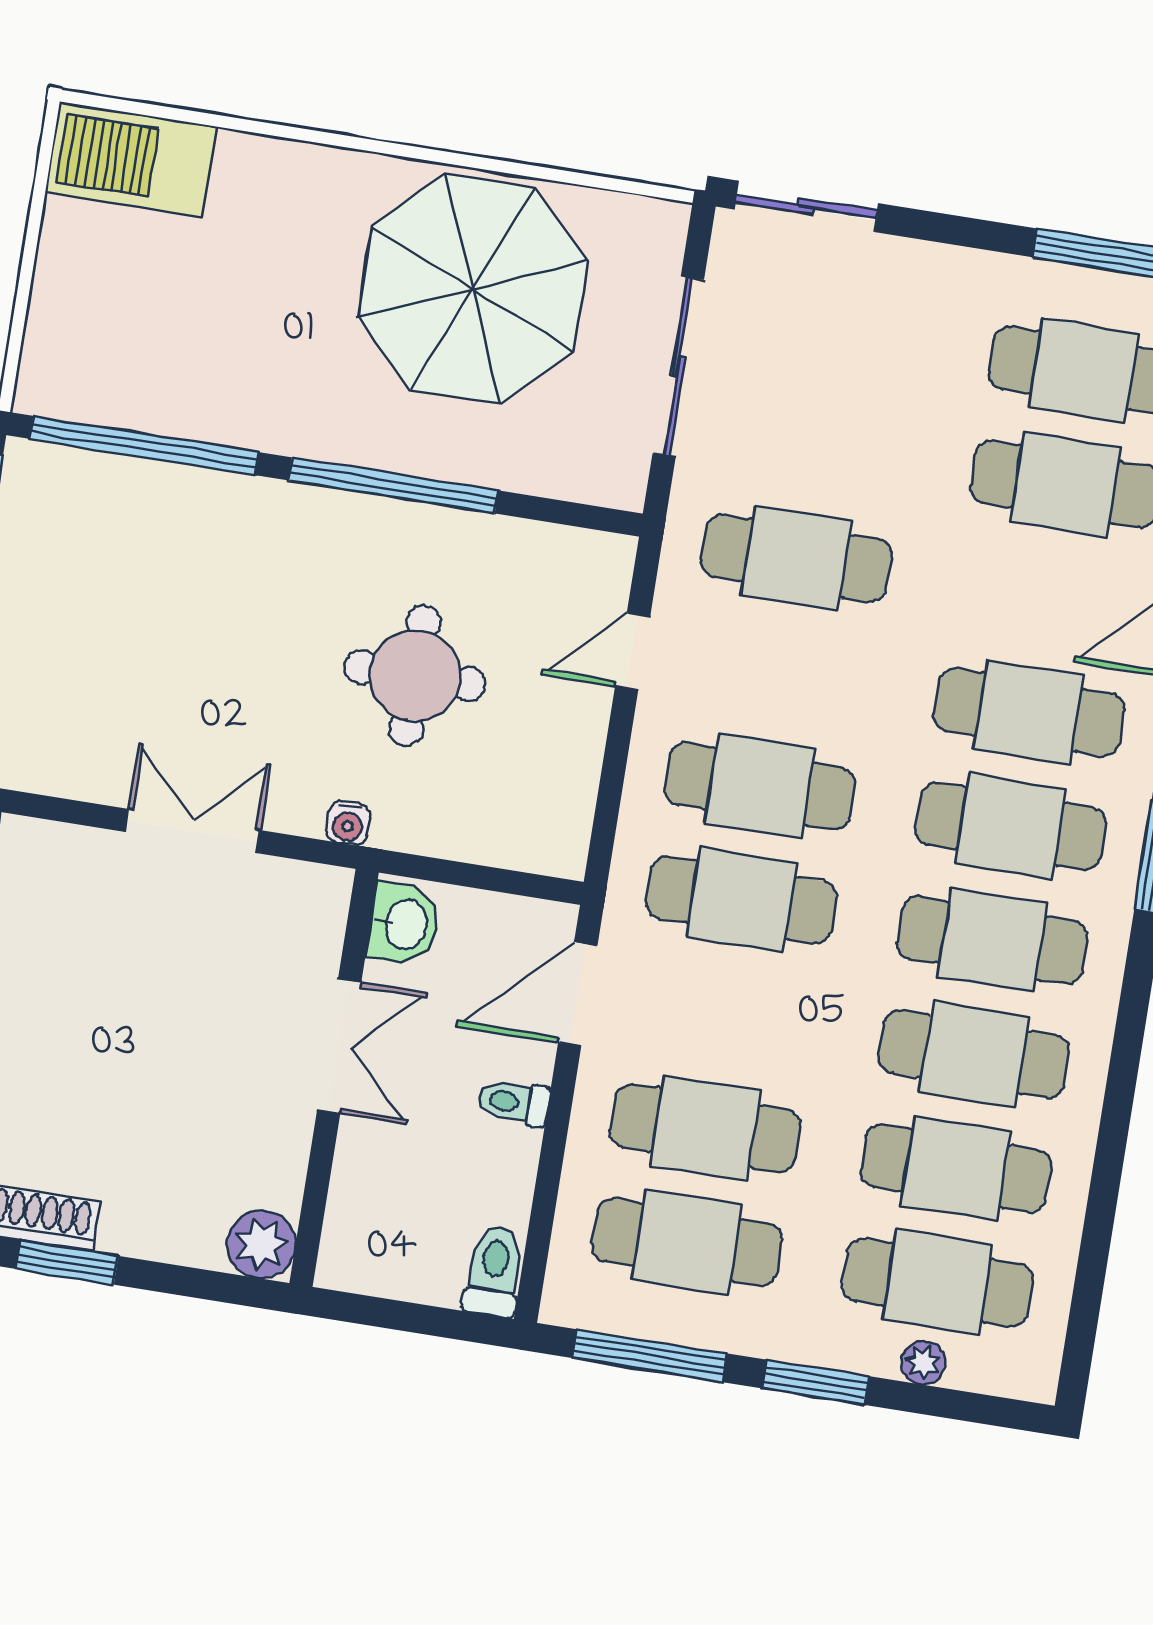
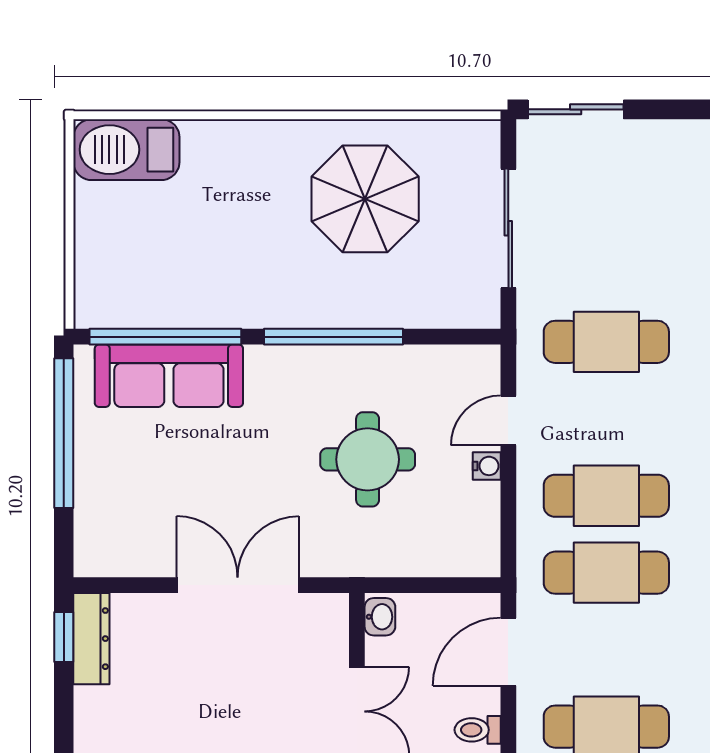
parasol: (473, 289) -> (365, 199), width x0.73, depth x0.73
sofa: (140, 504) -> (169, 376), added
water cooler: (348, 823) -> (487, 466), moved, turned -90
double door: (192, 831) -> (238, 585), width x1.37
washbasin: (404, 924) -> (380, 617), width x0.72, depth x0.69

